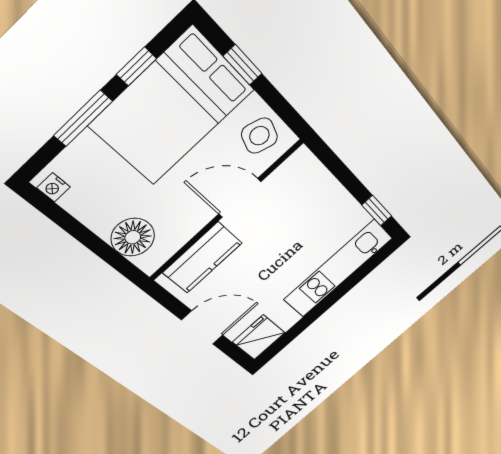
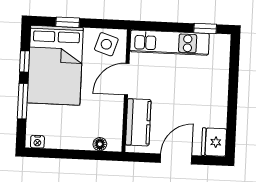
floor lamp: (133, 237) -> (100, 144), width x0.53, depth x0.53
kitchen unit: (338, 269) -> (170, 43), moved, turned -90

